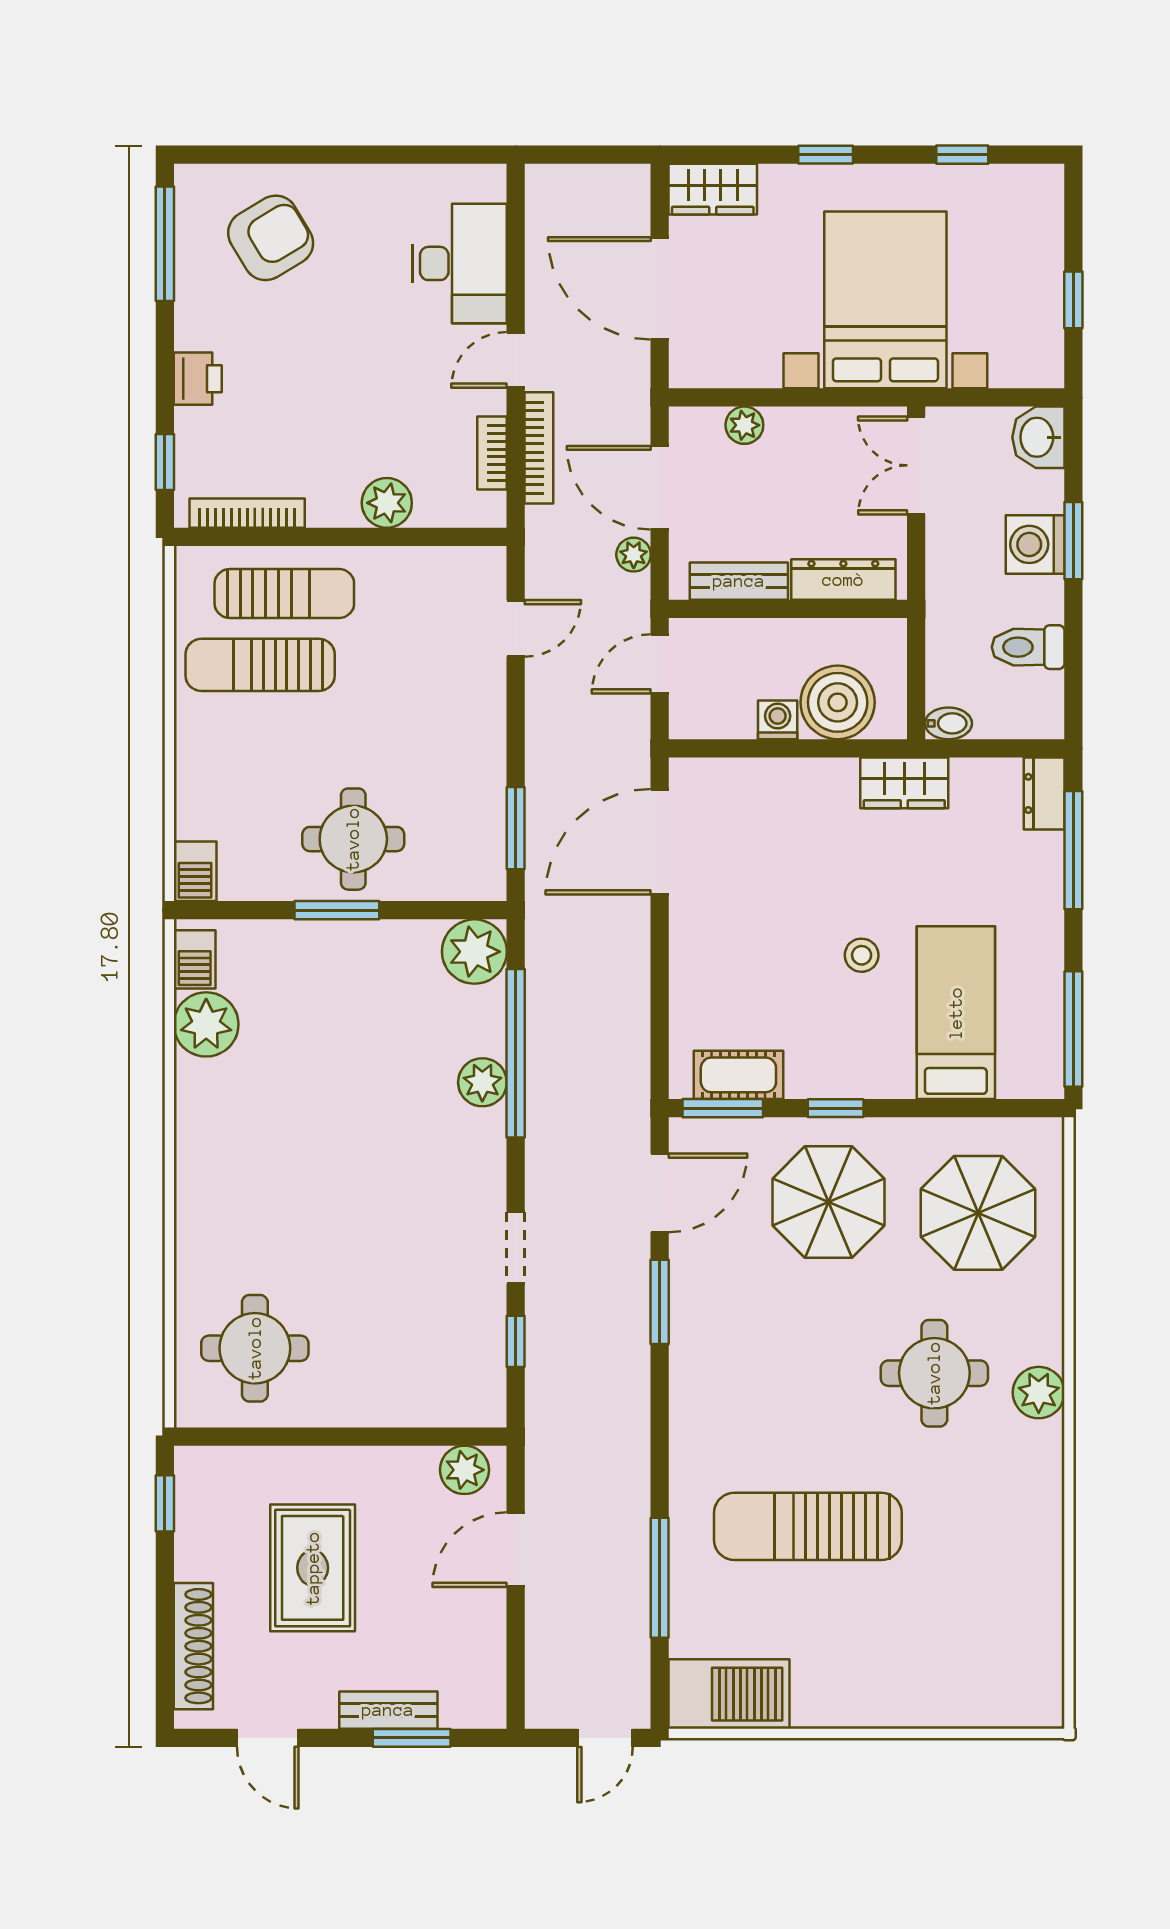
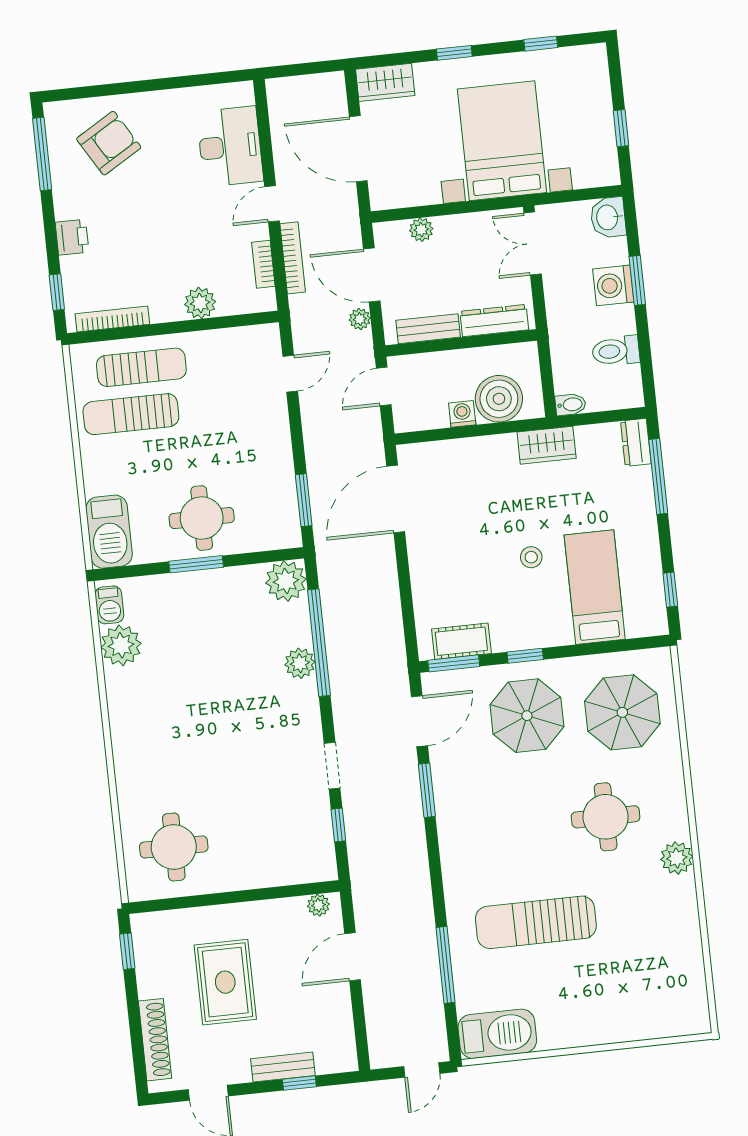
barbecue: (195, 871) -> (109, 532), width x1.88, depth x1.53
window: (1073, 1029) -> (670, 590), width x0.46
plant: (1039, 1393) -> (677, 858), moved
plant: (464, 1470) -> (318, 905), width x0.73, depth x0.73
window: (412, 1738) -> (299, 1083), width x0.67

